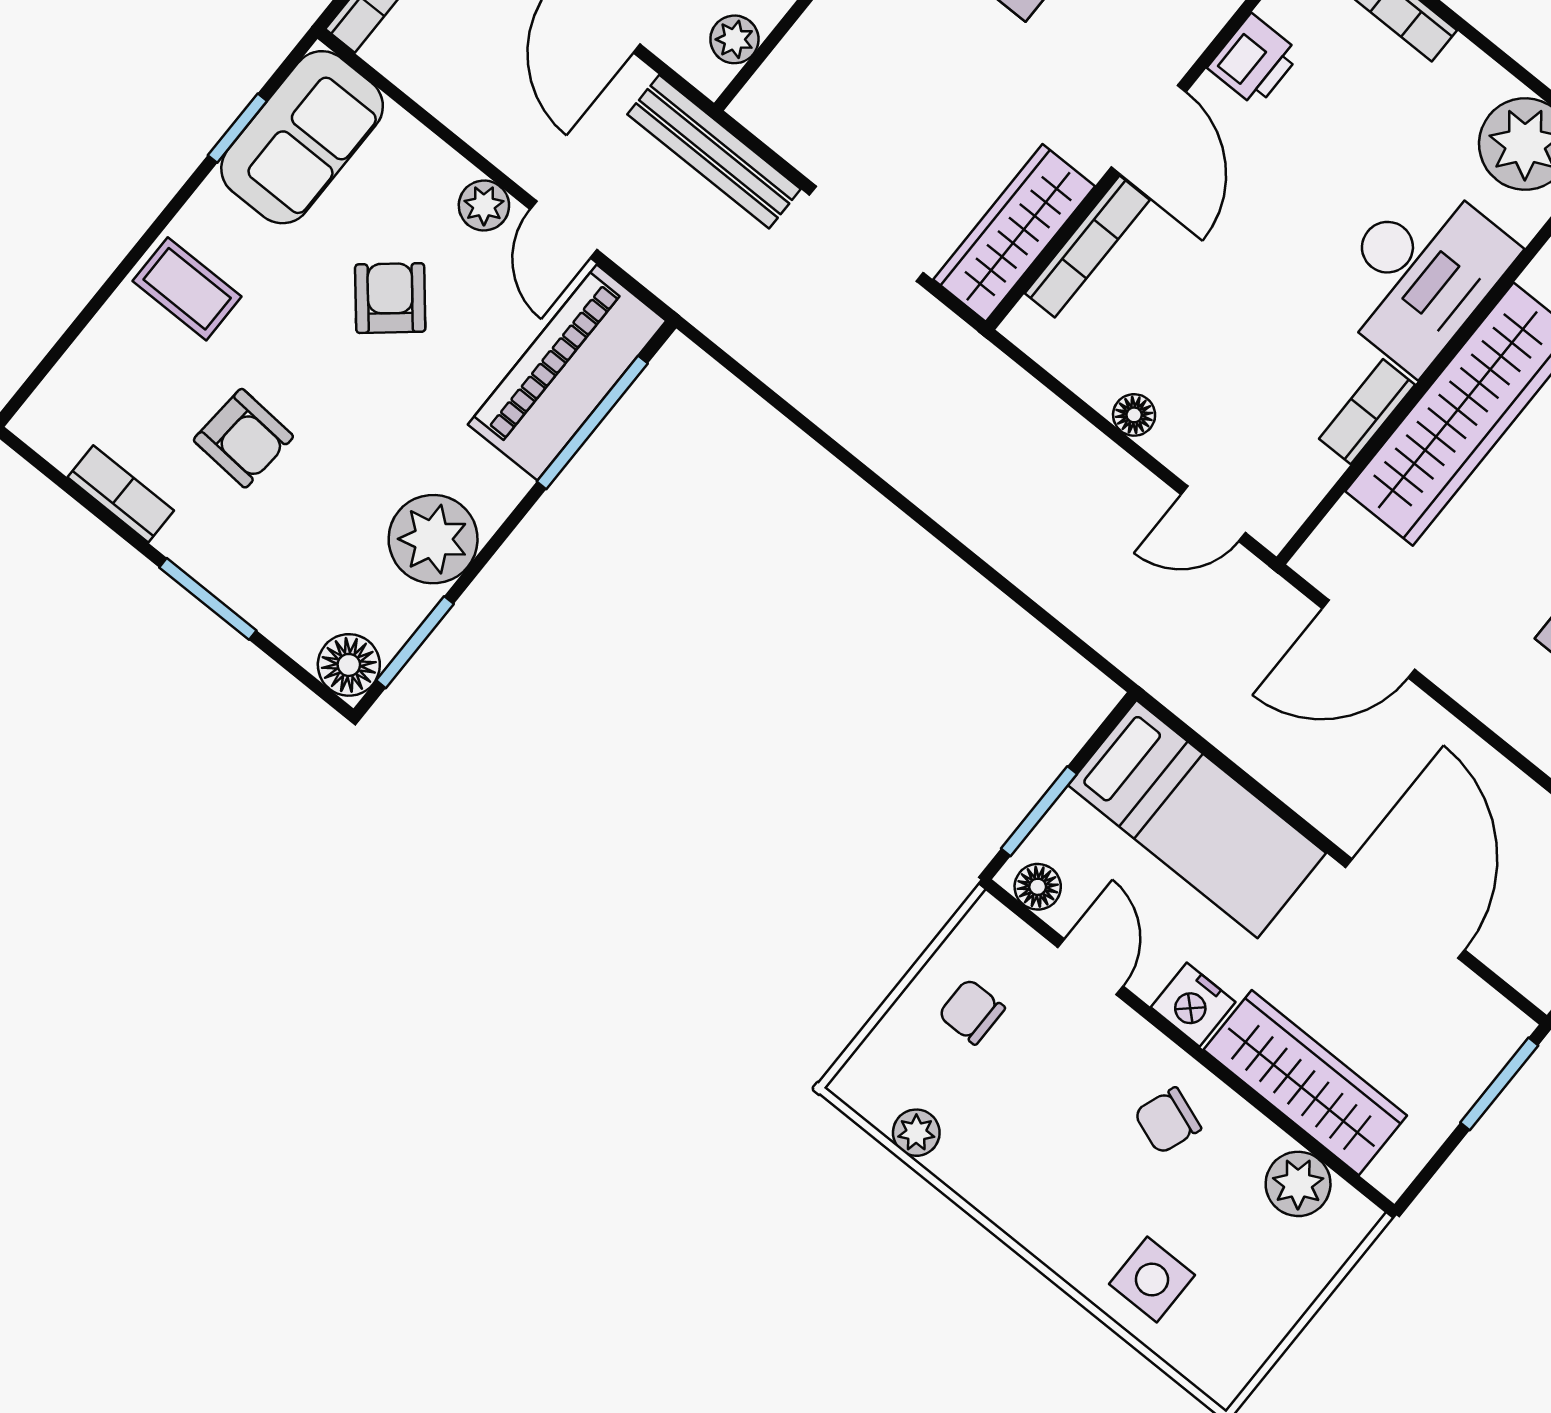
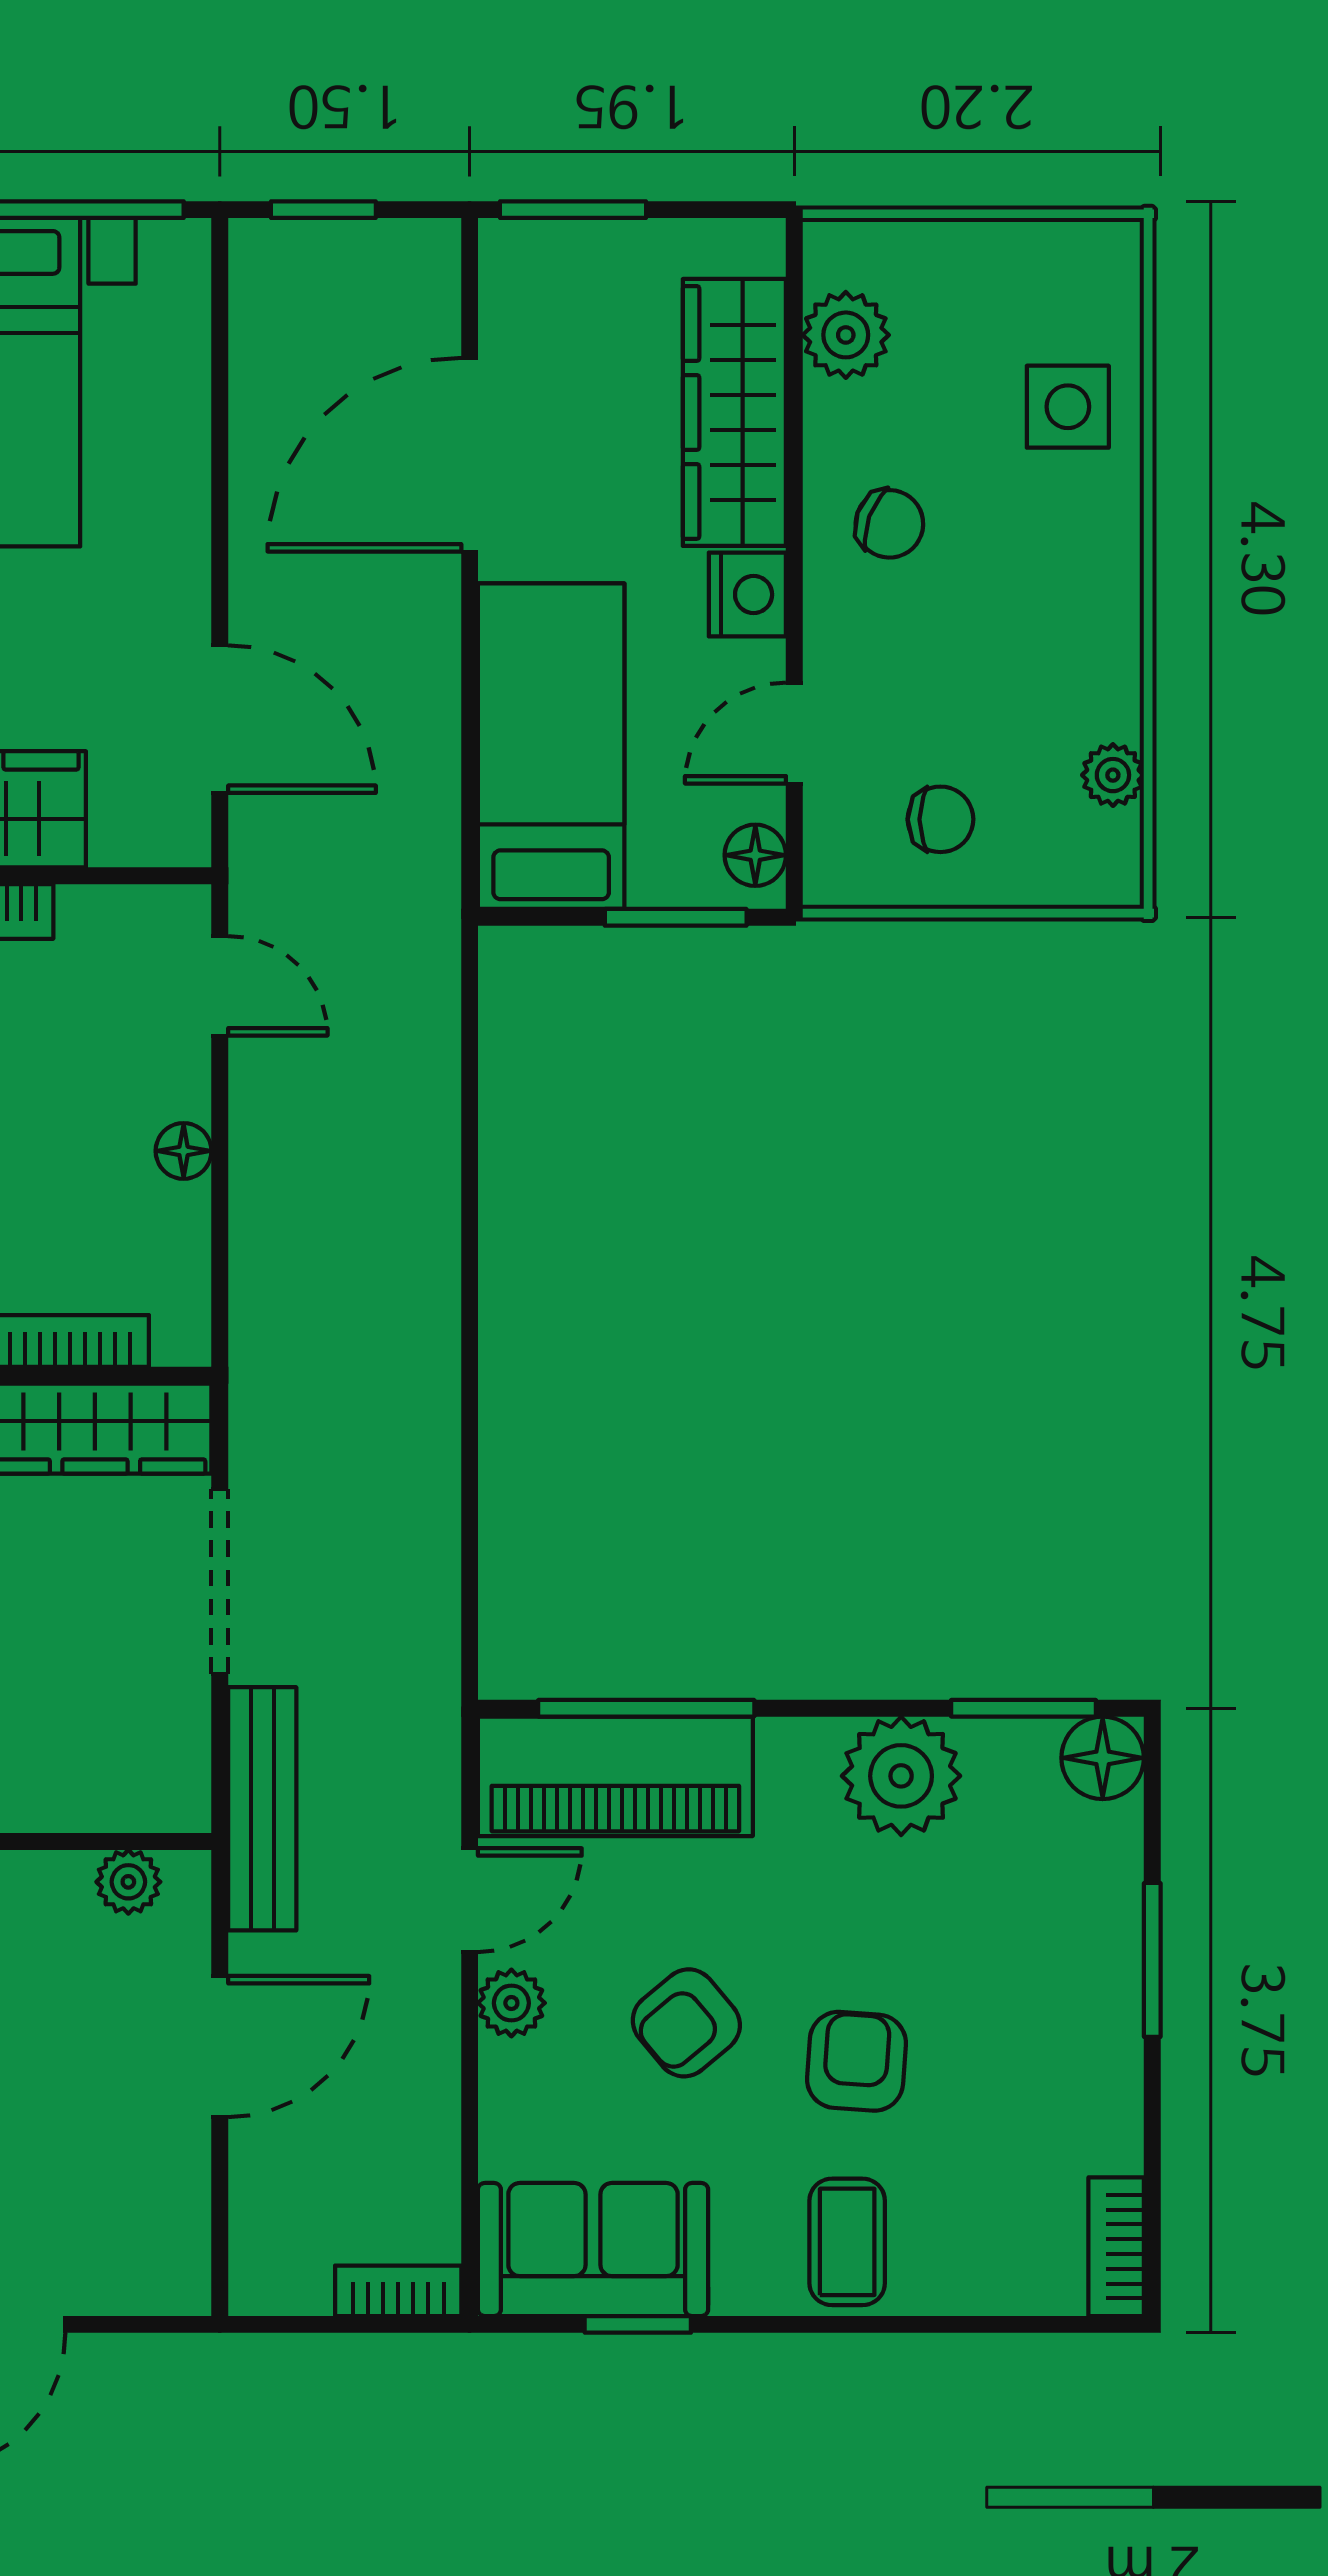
armchair: (243, 438) -> (856, 2061), moved
bookcase: (121, 494) -> (1116, 2247), moved
chair: (972, 1011) -> (940, 819), turned -90

